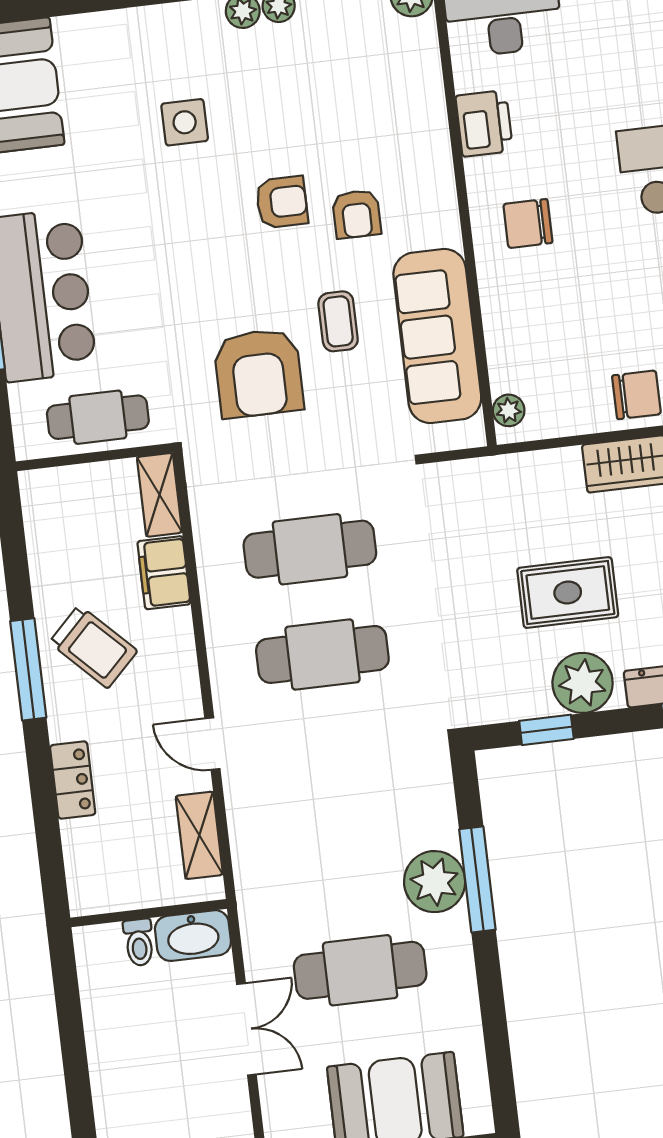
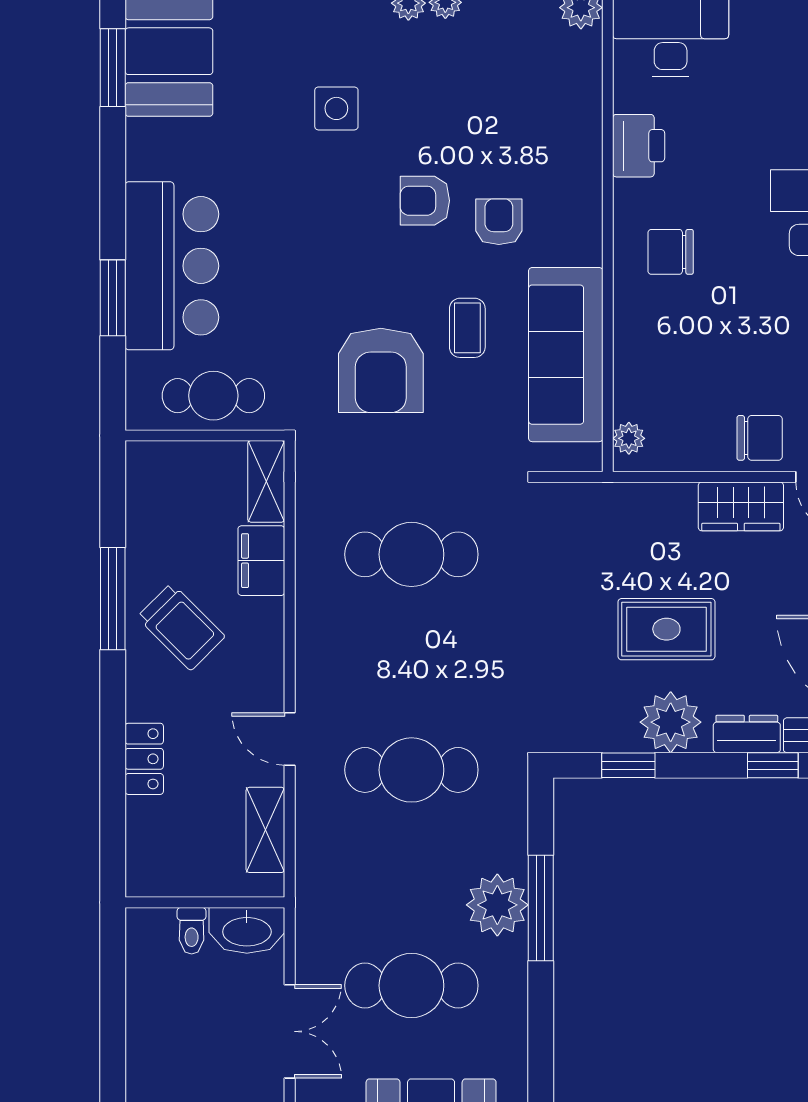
armchair: (282, 202) -> (425, 201), turned 180
armchair: (357, 214) -> (499, 222), turned 180
cafe table: (322, 654) -> (411, 770), moved
window: (28, 669) -> (113, 599), moved

